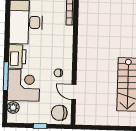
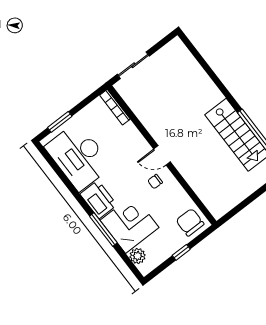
door: (74, 92) -> (162, 155), moved
chair: (59, 113) -> (190, 222), turned 90

